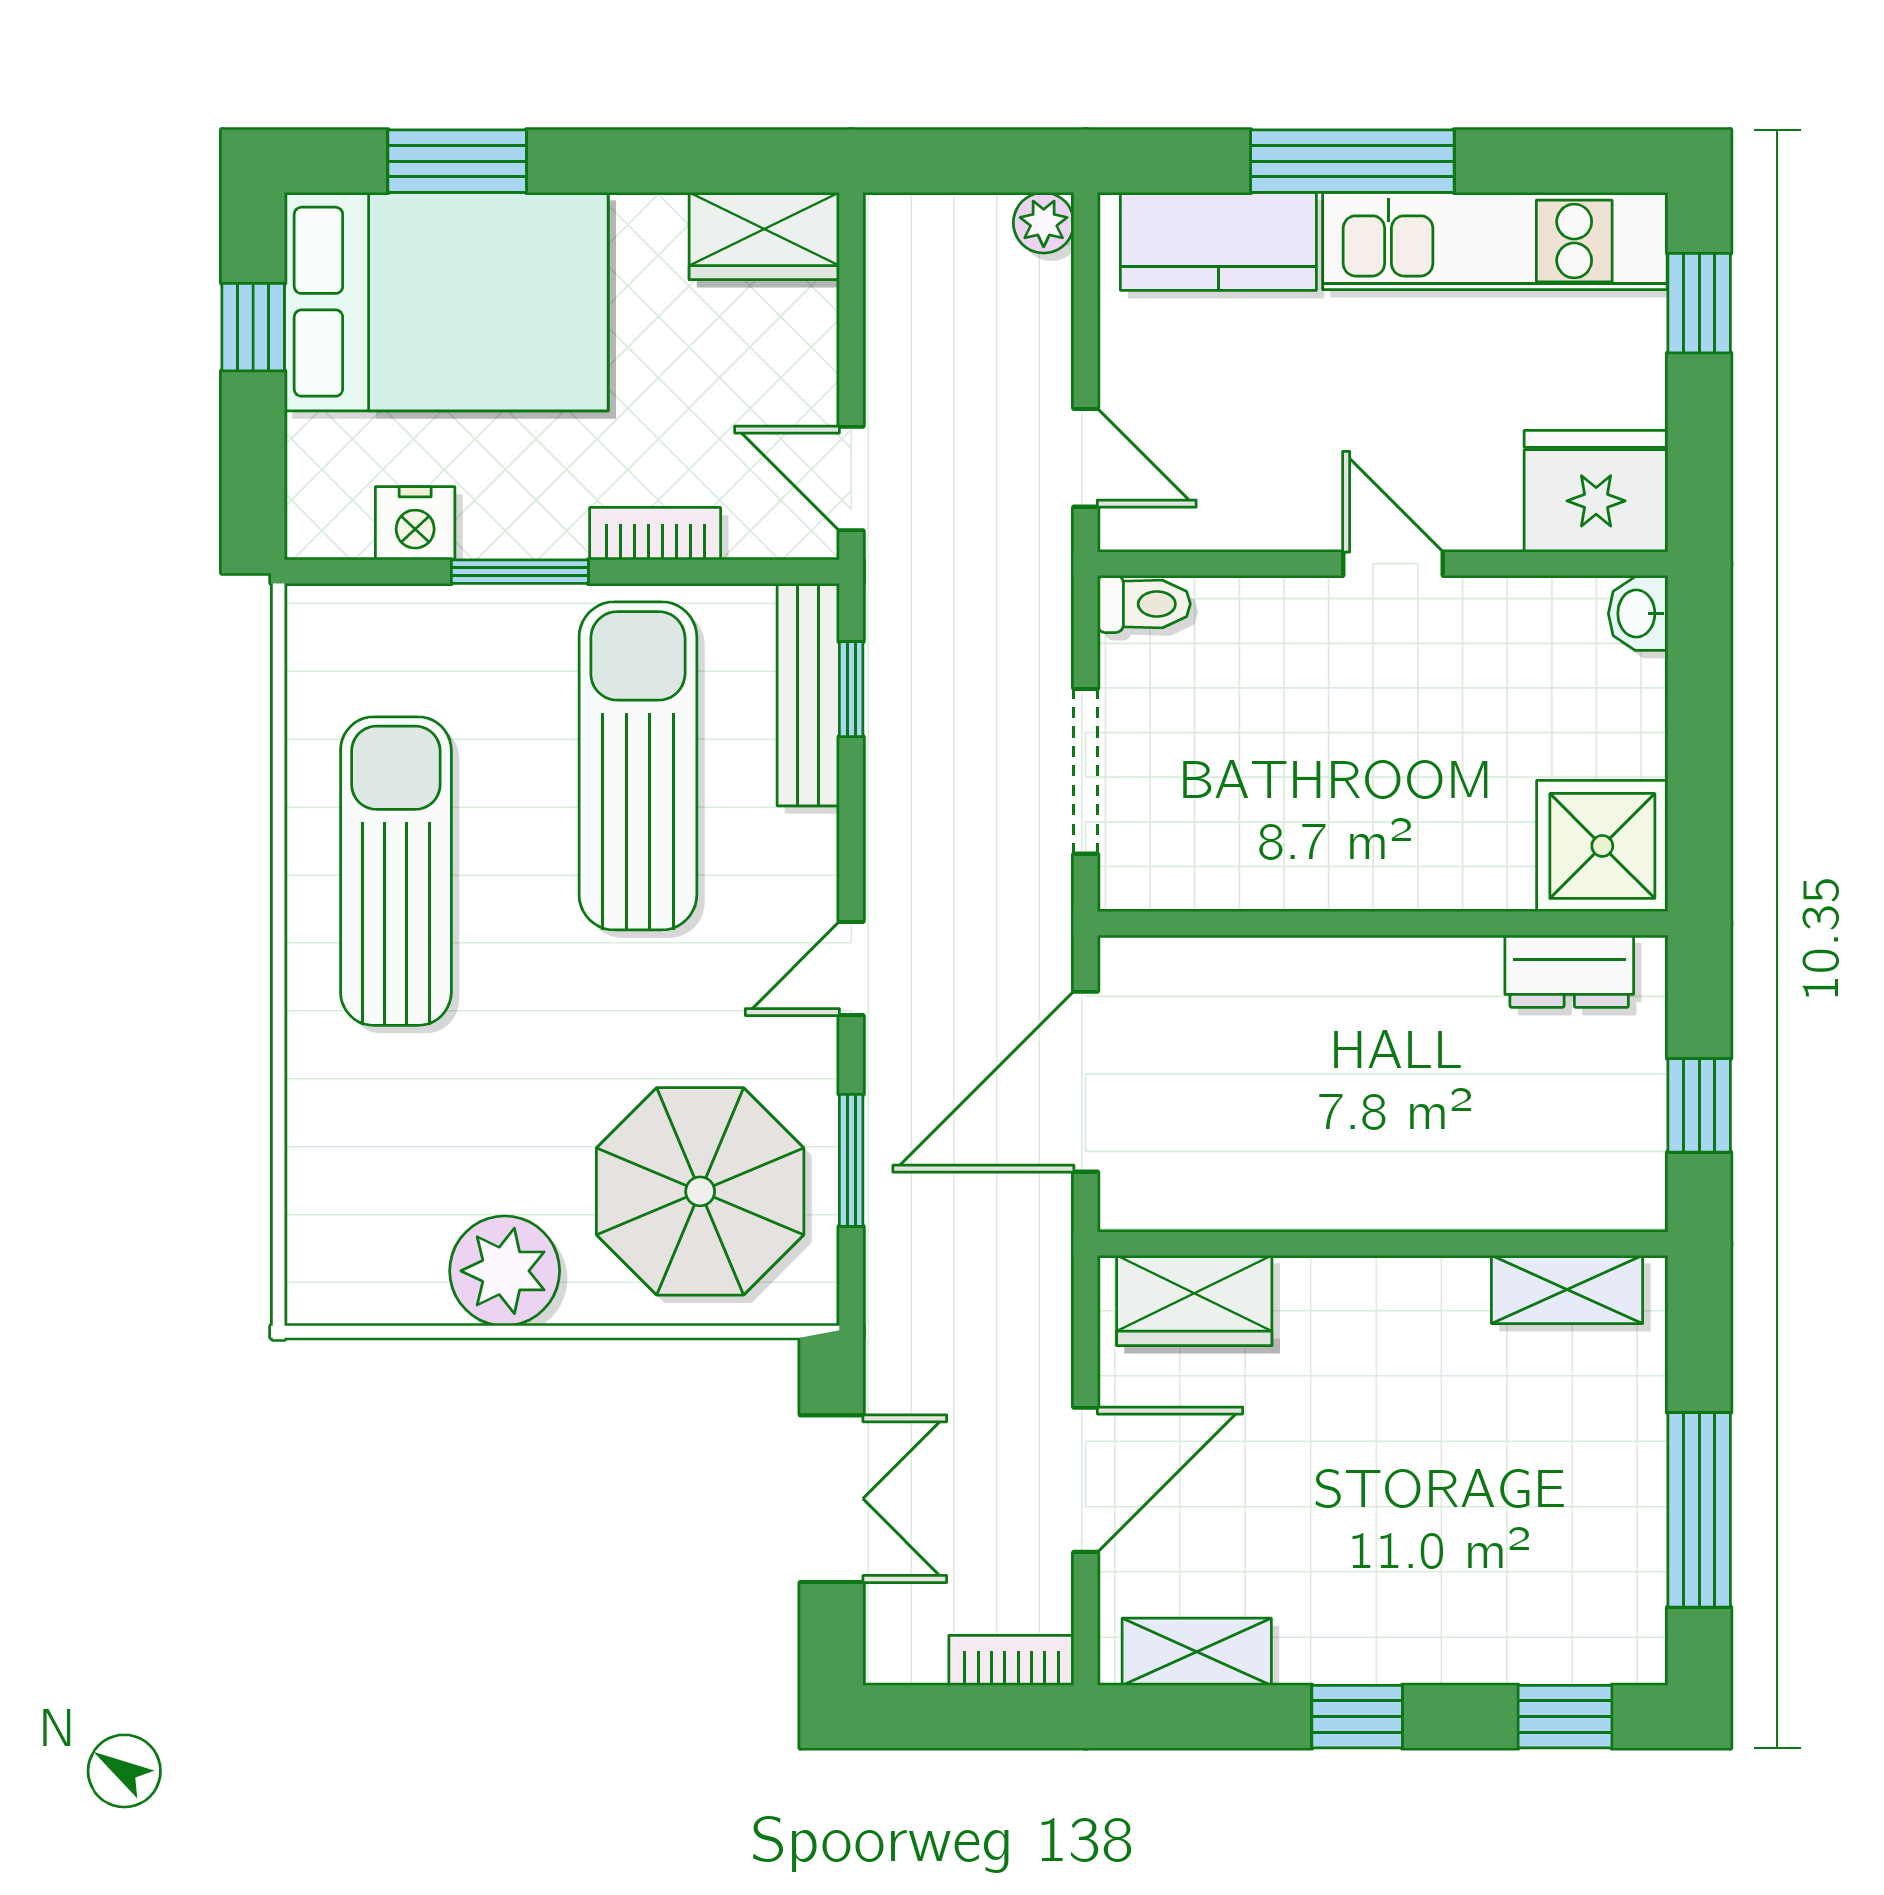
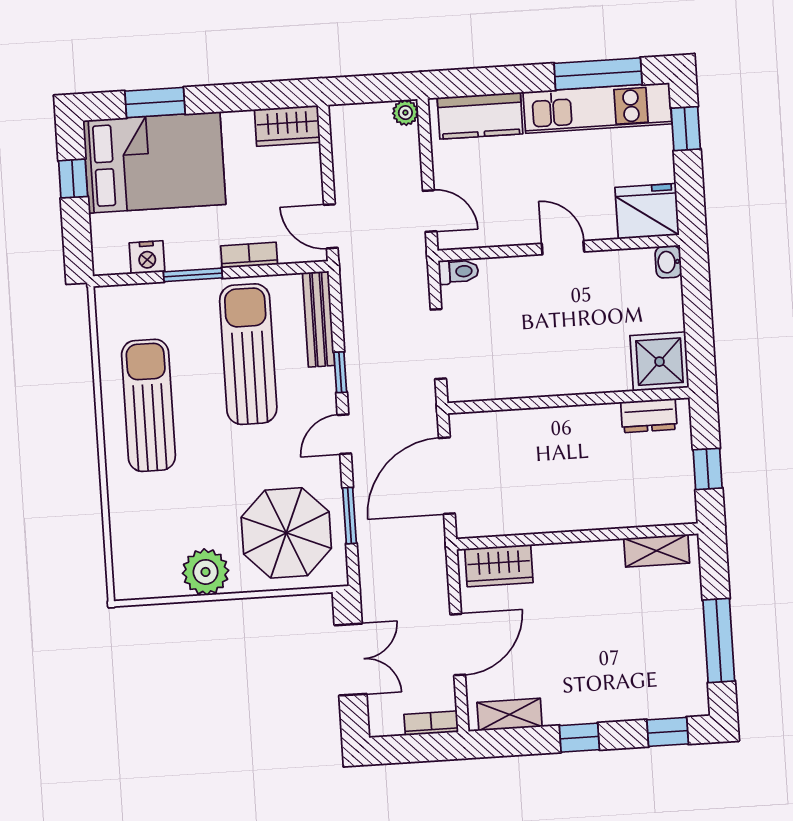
window: (1352, 161) -> (598, 74), moved
window: (851, 689) -> (340, 372), moved

